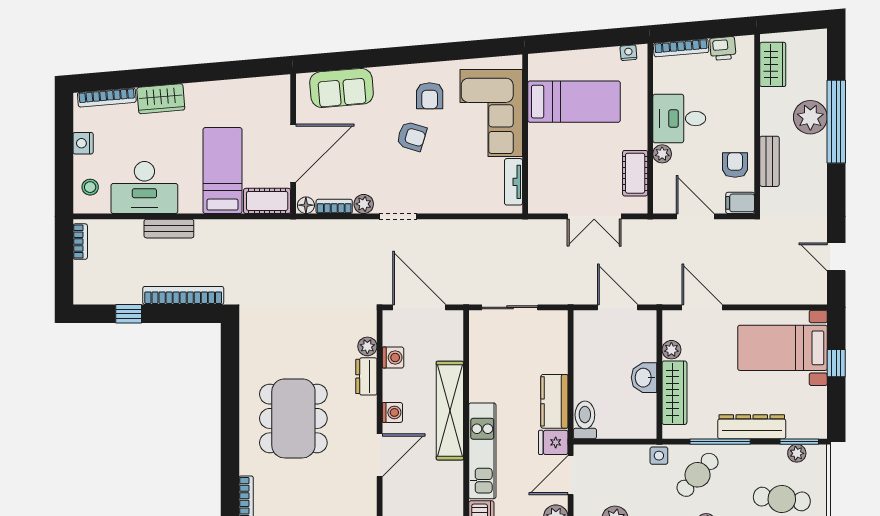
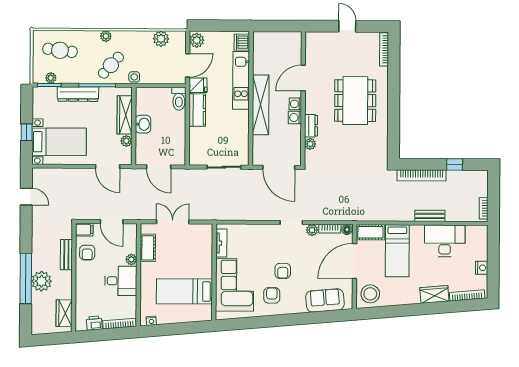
armchair: (412, 136) -> (283, 271), turned -107
stool: (90, 187) -> (370, 294), moved, width x1.89, depth x1.89
washing machine: (393, 358) -> (295, 117), moved

